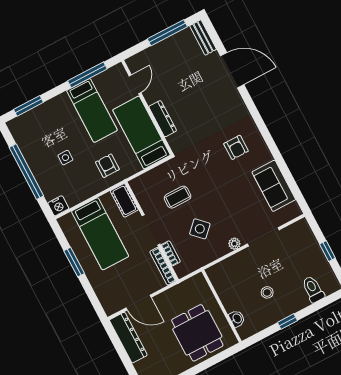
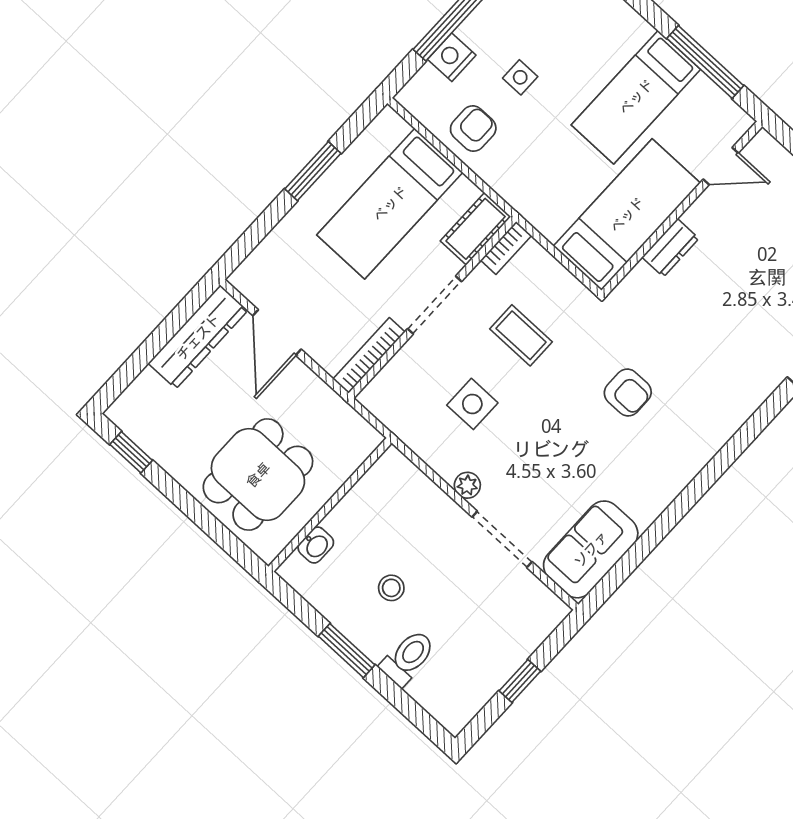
dresser: (163, 119) -> (670, 248), width x0.70
armchair: (236, 147) -> (628, 393), moved, turned -90
armchair: (107, 166) -> (473, 129), moved
sofa: (274, 186) -> (591, 549), moved
nightstand: (58, 206) -> (452, 57), moved, turned 90
side table: (200, 229) -> (472, 404), turned 45
bookcase: (171, 253) -> (506, 248), moved
toilet: (313, 289) -> (408, 658), moved
window: (287, 321) -> (347, 651), width x1.50

